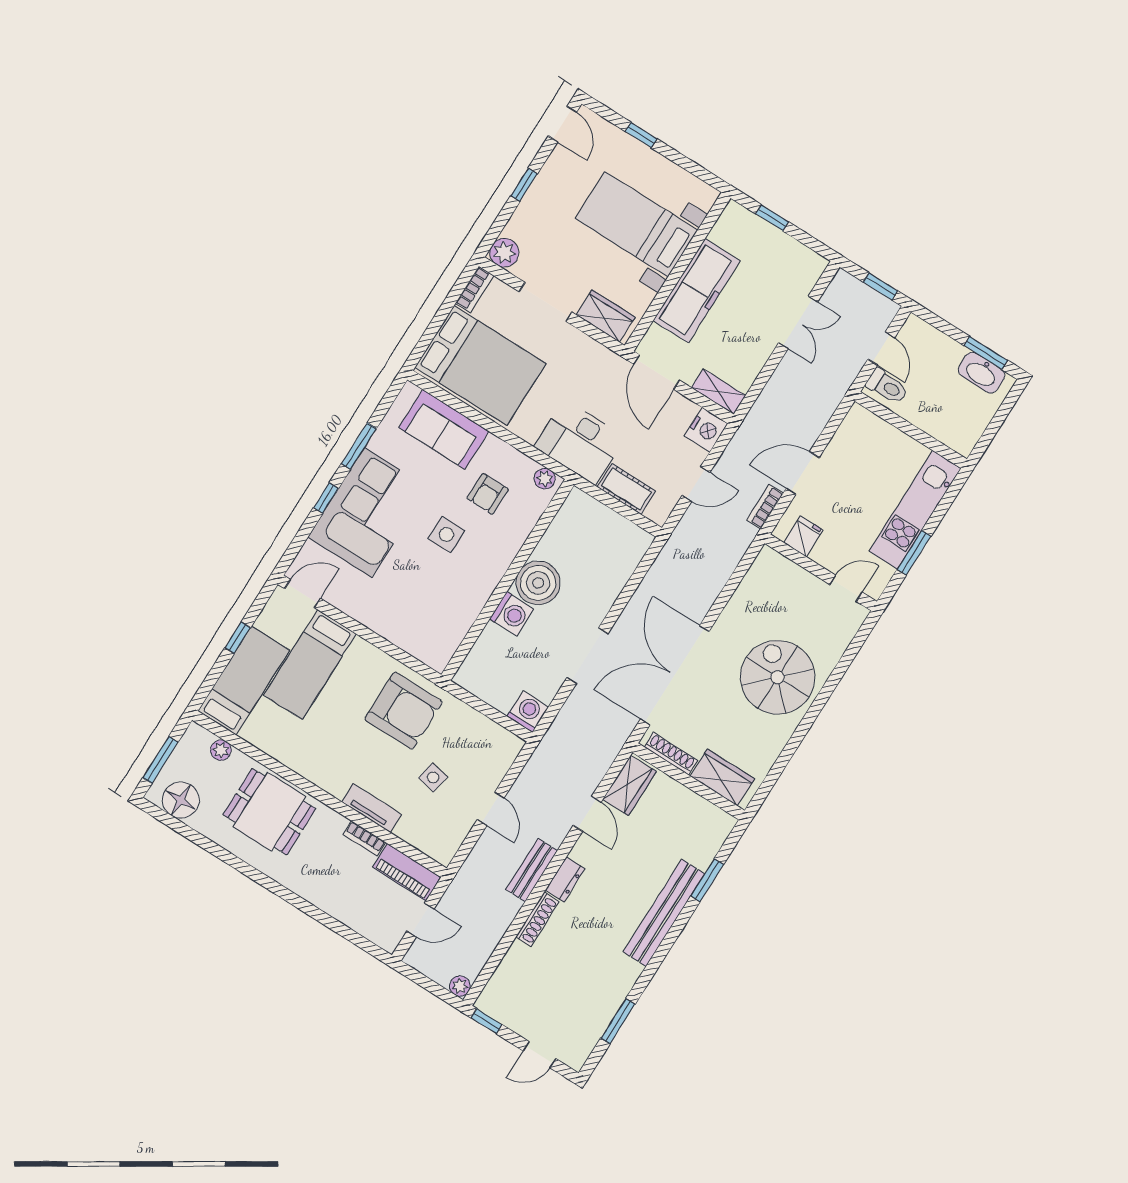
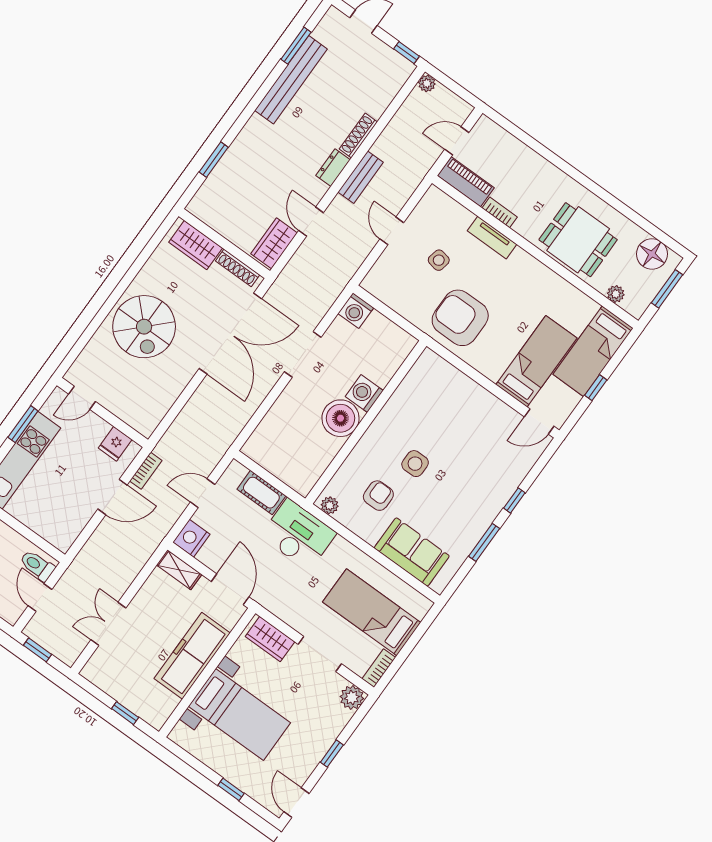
bed: (480, 365) -> (372, 612), width x0.67
corner sofa: (368, 513) -> (480, 486), removed
bench: (664, 913) -> (291, 80), moved

